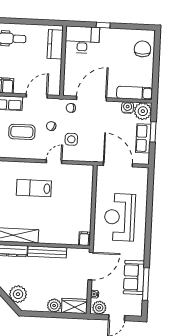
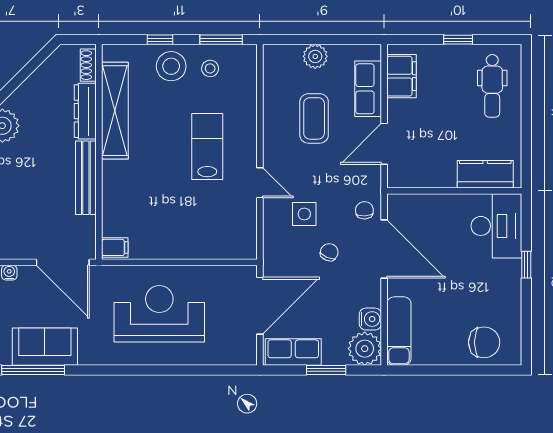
door: (37, 96) -> (384, 144), swing flipped
chair: (51, 126) -> (329, 252), moved
row of seats: (143, 138) -> (293, 352), moved

